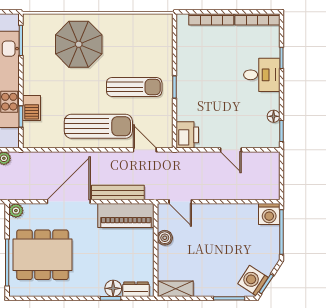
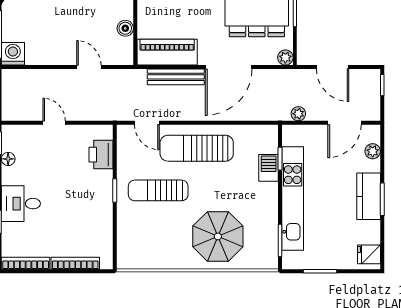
printer: (187, 135) -> (101, 155), moved
door: (180, 202) -> (89, 67), moved

